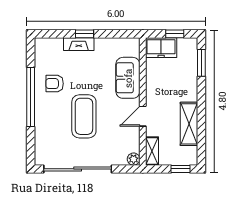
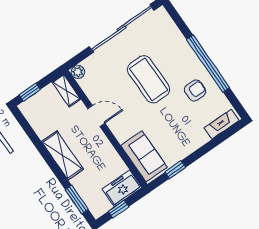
window: (84, 34) -> (175, 170), moved
fireplace: (79, 44) -> (222, 124), moved
sofa: (128, 78) -> (144, 156), moved
door: (143, 116) -> (96, 116), hinge flipped
shelving: (189, 124) -> (63, 155), moved

